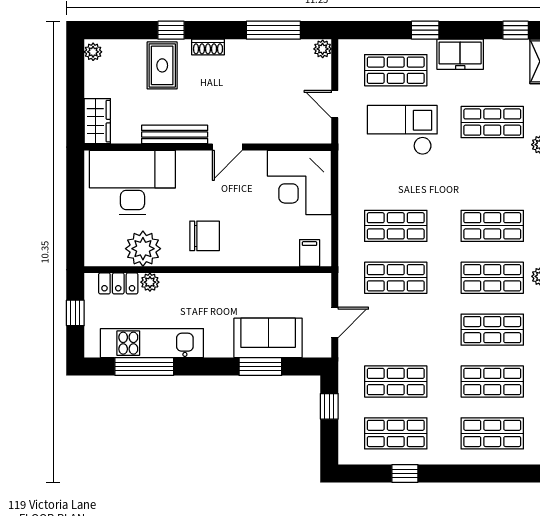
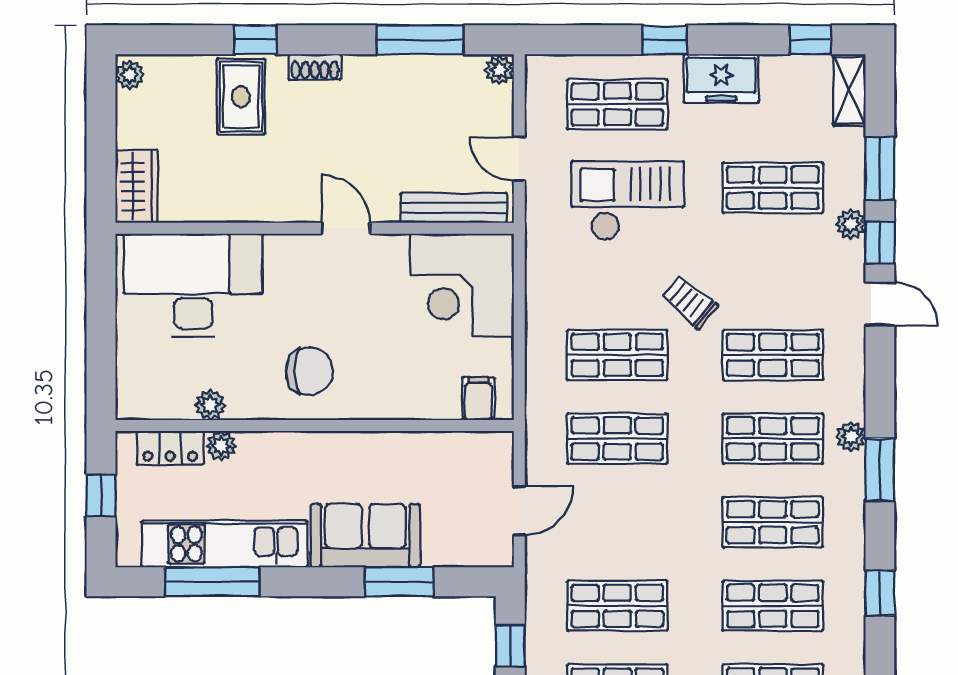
bench: (175, 134) -> (454, 208), moved
door: (227, 147) -> (346, 228), swing flipped
trolley: (441, 193) -> (690, 302), added
plant: (143, 249) -> (210, 405), width x0.53, depth x0.53
sofa: (268, 338) -> (365, 536), moved

